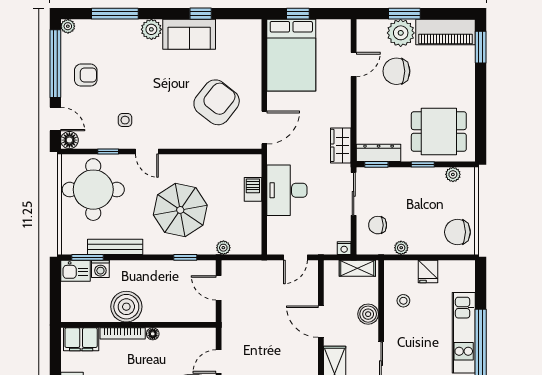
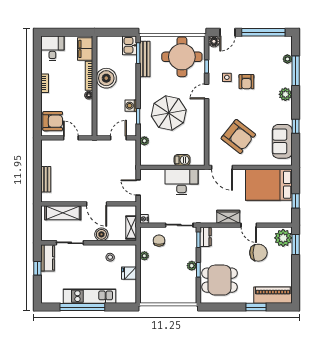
window: (298, 14) -> (296, 201), moved
window: (404, 14) -> (296, 245), moved
plant: (68, 26) -> (287, 59), moved
piano: (445, 32) -> (273, 295), moved, turned 90
plant: (401, 33) -> (283, 238), moved
sofa: (189, 34) -> (282, 141), moved
window: (481, 47) -> (256, 307), moved
door: (354, 65) -> (249, 225), moved
chair: (396, 71) -> (258, 253), turned 90
armchair: (86, 75) -> (246, 82), moved
dining table: (439, 131) -> (219, 280), turned 90
wardrobe: (341, 145) -> (228, 217), moved
dresser: (379, 153) -> (206, 237), width x0.70
plant: (453, 174) -> (192, 266), moved
chair: (457, 232) -> (154, 292), removed
bench: (115, 247) -> (145, 59), moved
washing machine: (100, 269) -> (131, 106), moved
door: (321, 322) -> (97, 204), swing flipped

